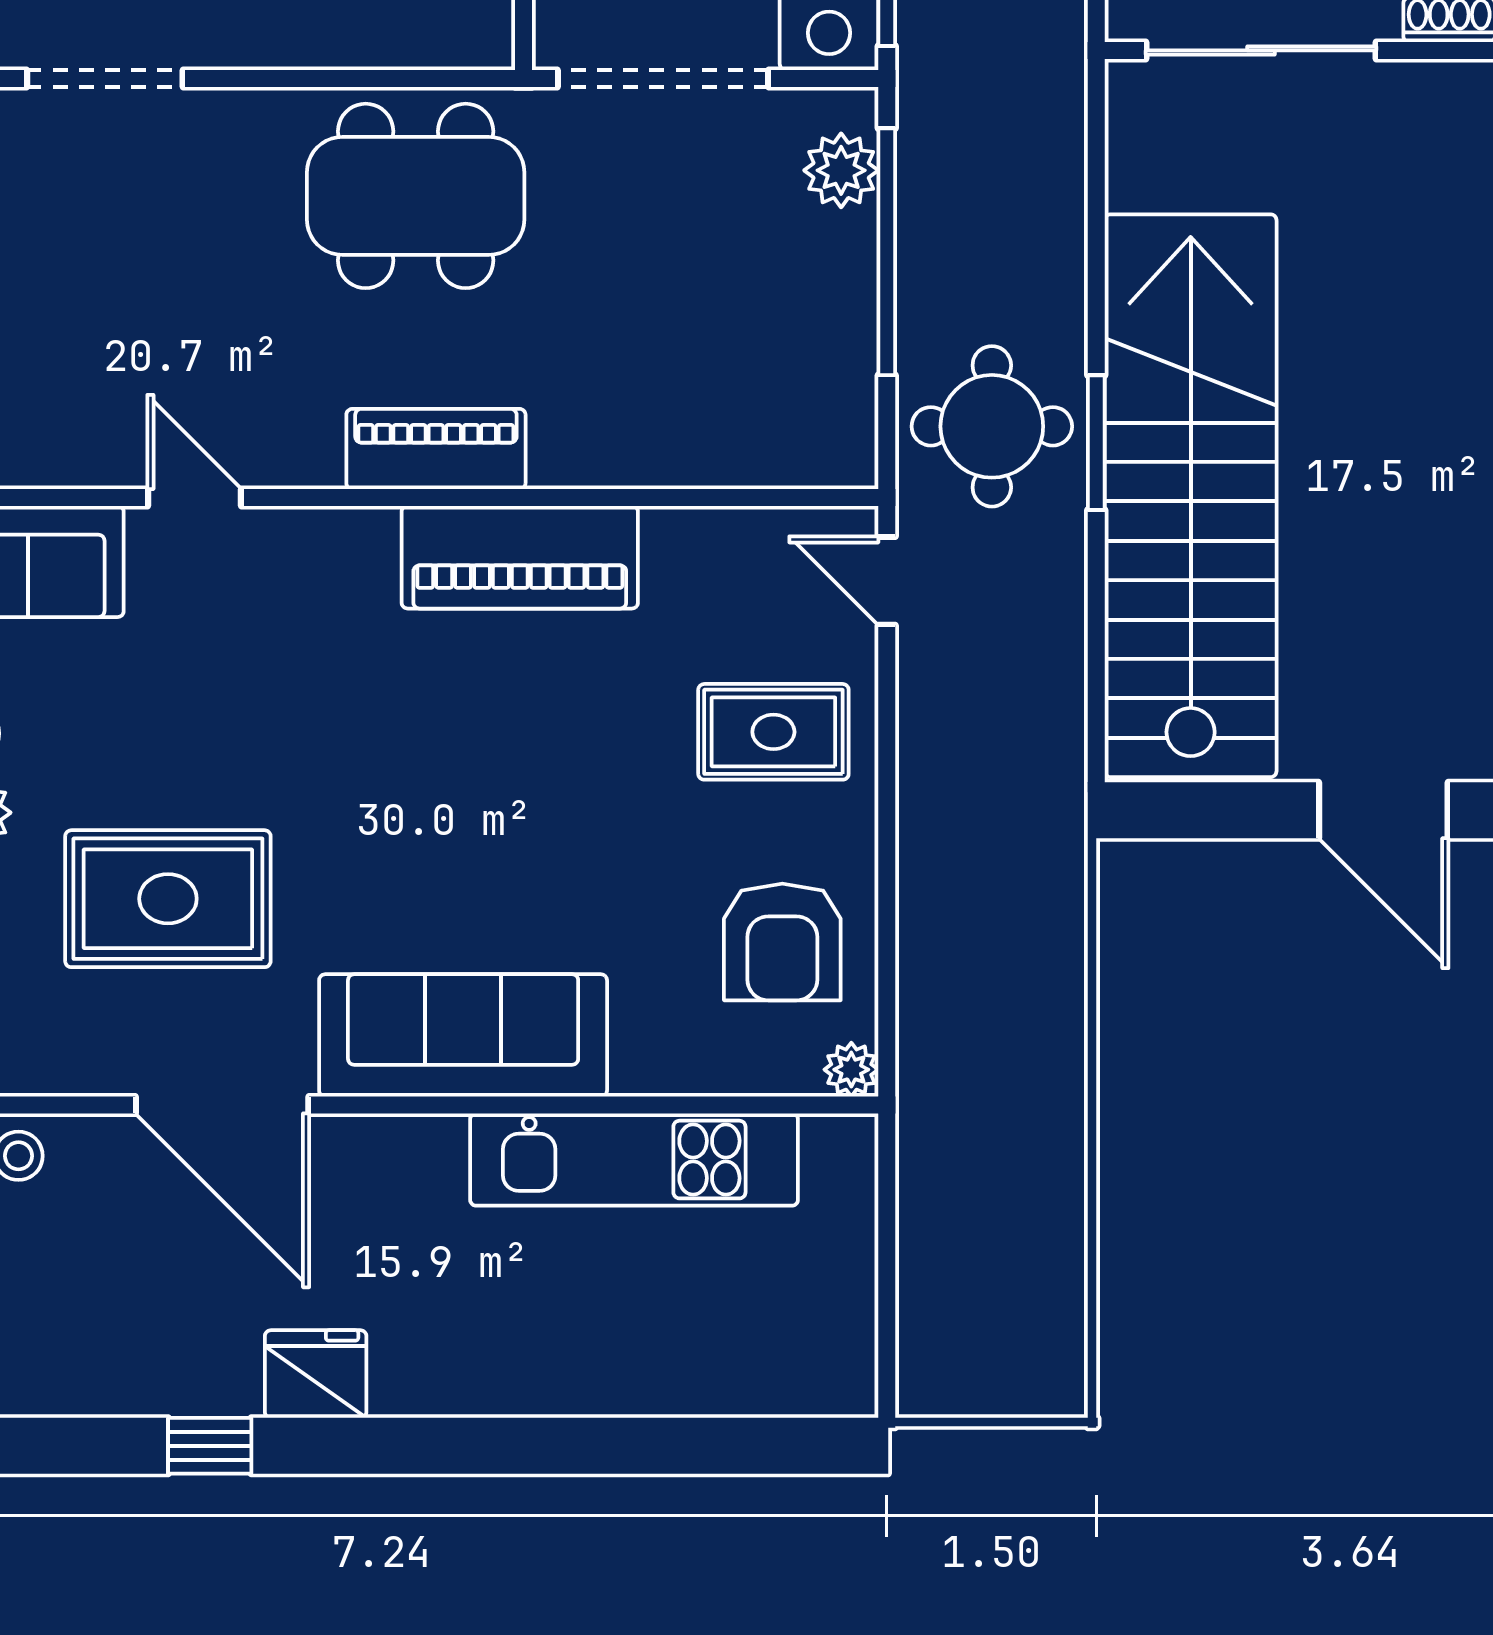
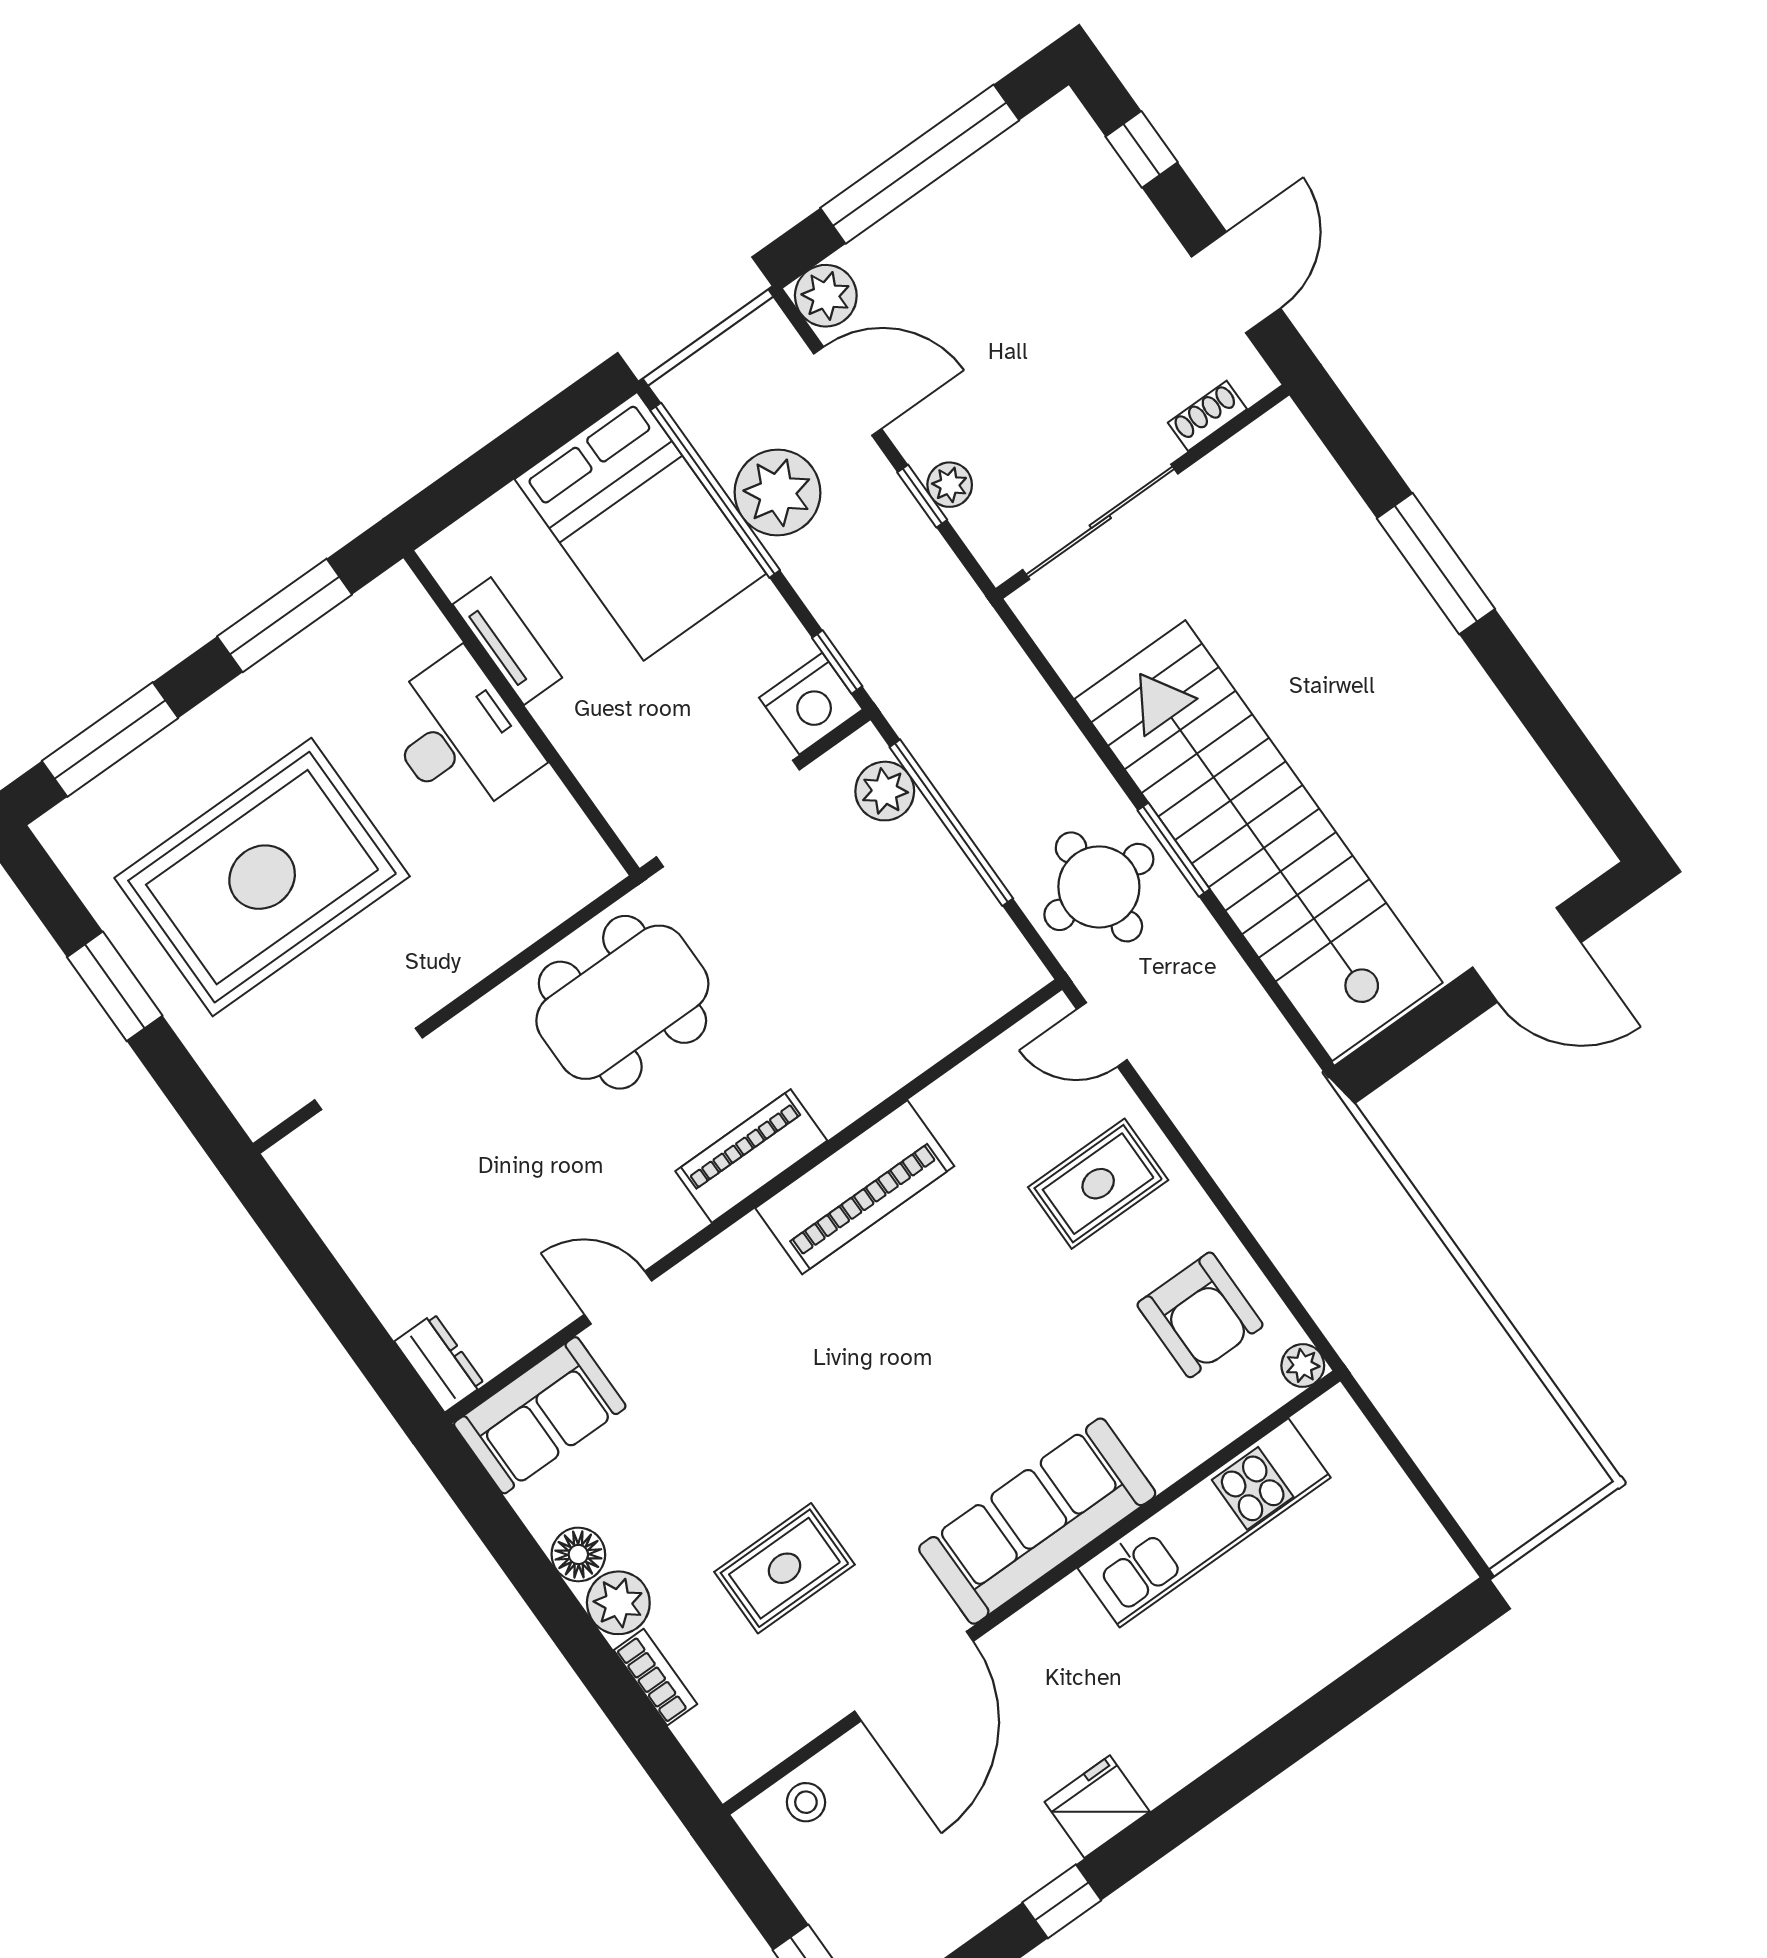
rug: (168, 899) -> (785, 1568), width x0.73, depth x0.70
door: (222, 1105) -> (914, 1676), hinge flipped

